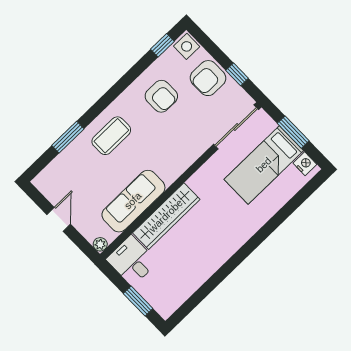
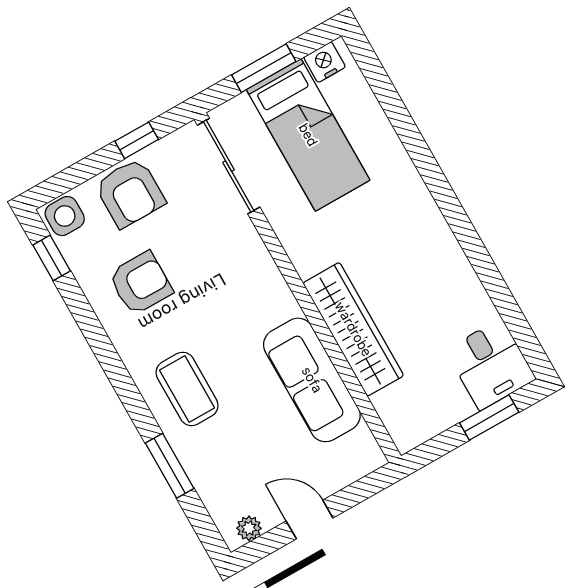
plant: (100, 244) -> (249, 528), moved
desk: (132, 261) -> (491, 364), moved, turned -90

